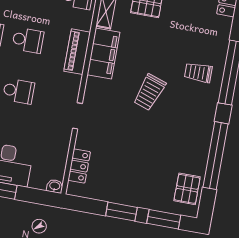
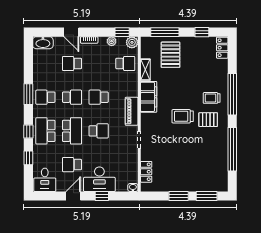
school desk: (28, 40) -> (99, 97), turned 180
piano: (77, 52) -> (132, 111), moved
trolley: (149, 92) -> (183, 116), turned 71
pallet: (187, 189) -> (208, 120), moved, turned 90

